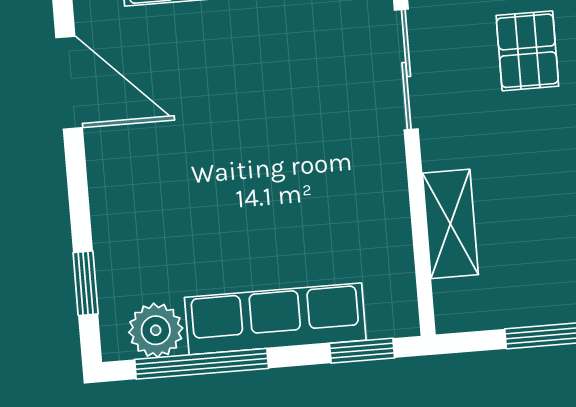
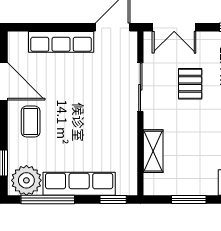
coffee table: (144, 176) -> (31, 122), added
plant: (156, 330) -> (26, 180), width x1.36, depth x1.36

